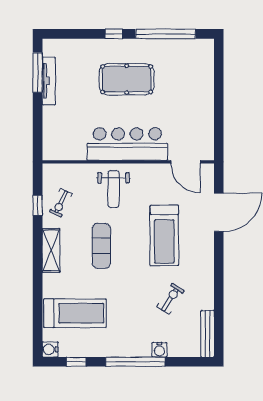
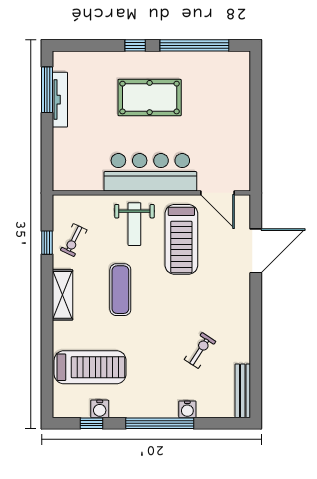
treadmill: (164, 235) -> (181, 239), moved
water cooler: (50, 349) -> (100, 409), moved, turned -90

